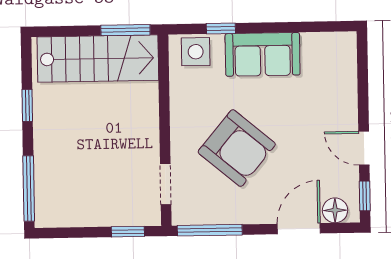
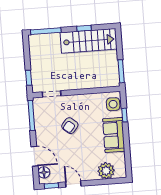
stairs: (98, 59) -> (89, 41), moved, turned -90
plant: (339, 75) -> (106, 171), added
armchair: (237, 148) -> (70, 126), width x0.53, depth x0.53
door: (364, 148) -> (73, 184), hinge flipped

